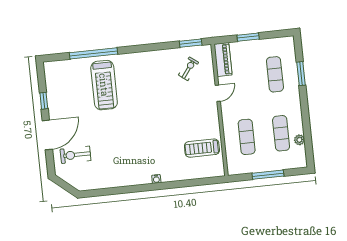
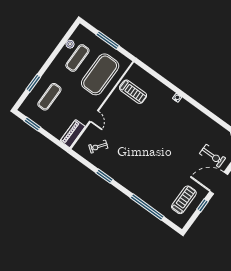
window: (248, 37) -> (32, 124), moved
window: (191, 43) -> (104, 176), moved
treadmill: (104, 85) -> (184, 200), moved, width x0.73, depth x0.73
door: (218, 93) -> (94, 116), swing flipped
exercise mat: (247, 137) -> (100, 74), width x2.00, depth x1.45

